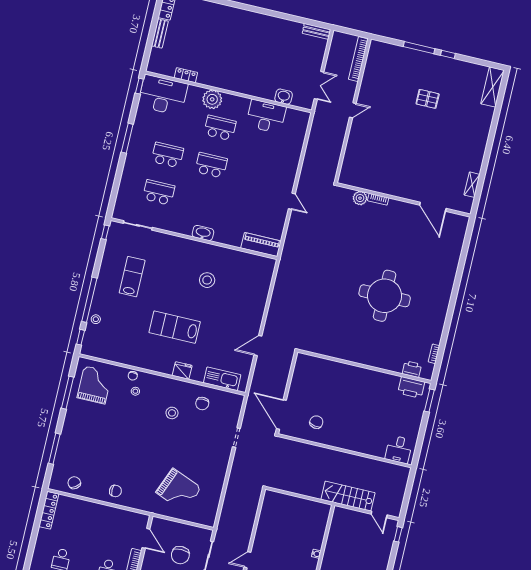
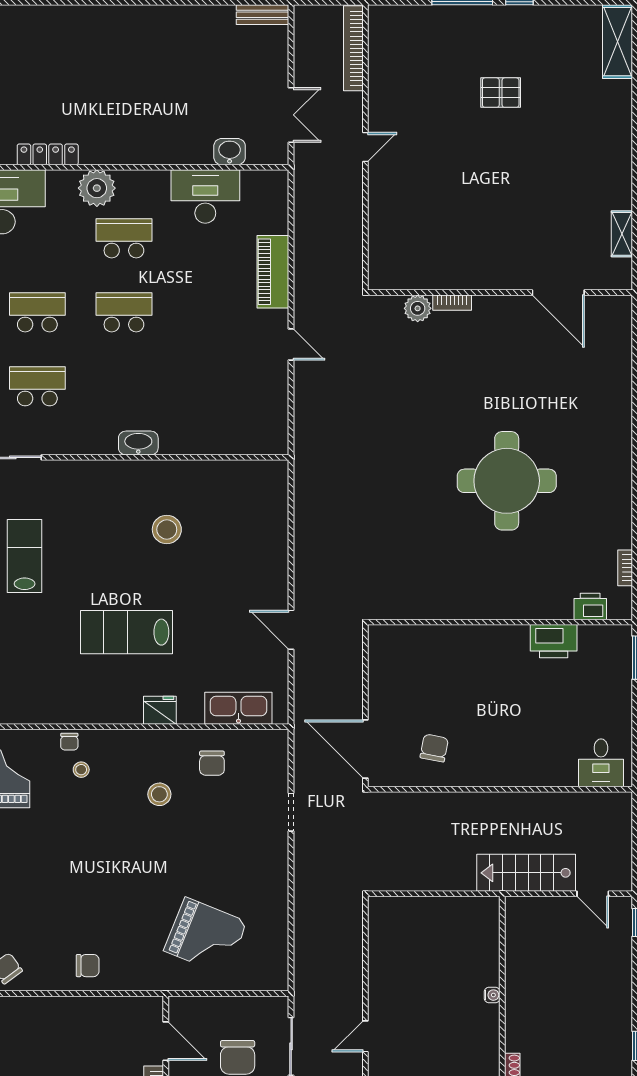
locker: (186, 75) -> (48, 154), width x1.53
piano: (261, 245) -> (273, 272), moved, turned -90
door: (258, 345) -> (291, 630), hinge flipped
printer: (411, 387) -> (554, 641), moved

